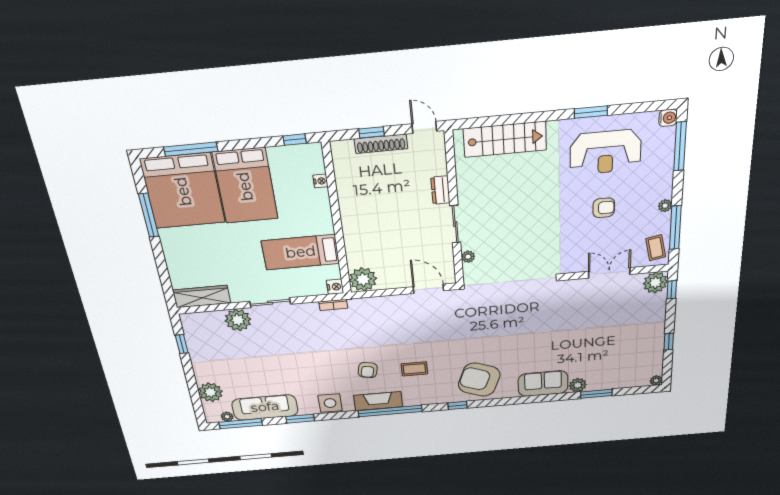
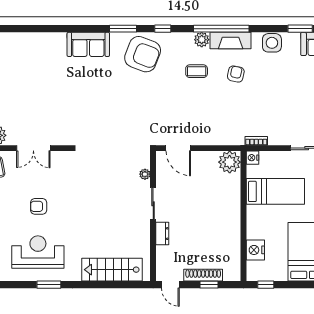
nightstand: (321, 181) -> (255, 250), width x1.89, depth x1.79
plant: (578, 385) -> (202, 40), moved
window: (596, 394) -> (123, 29), moved

